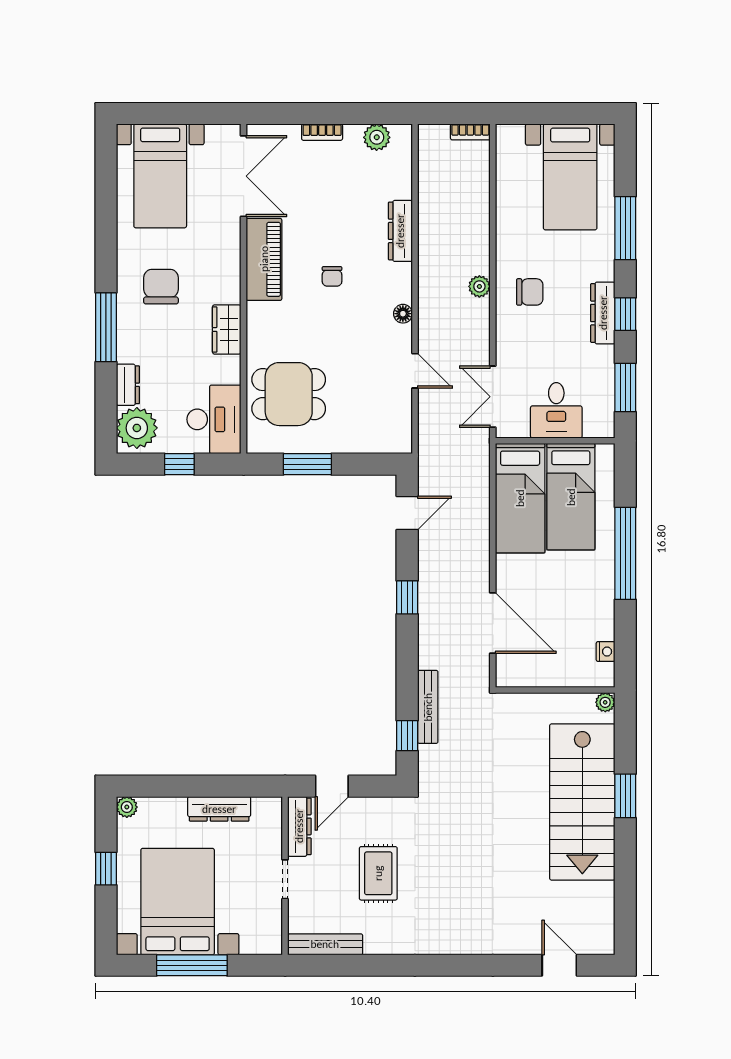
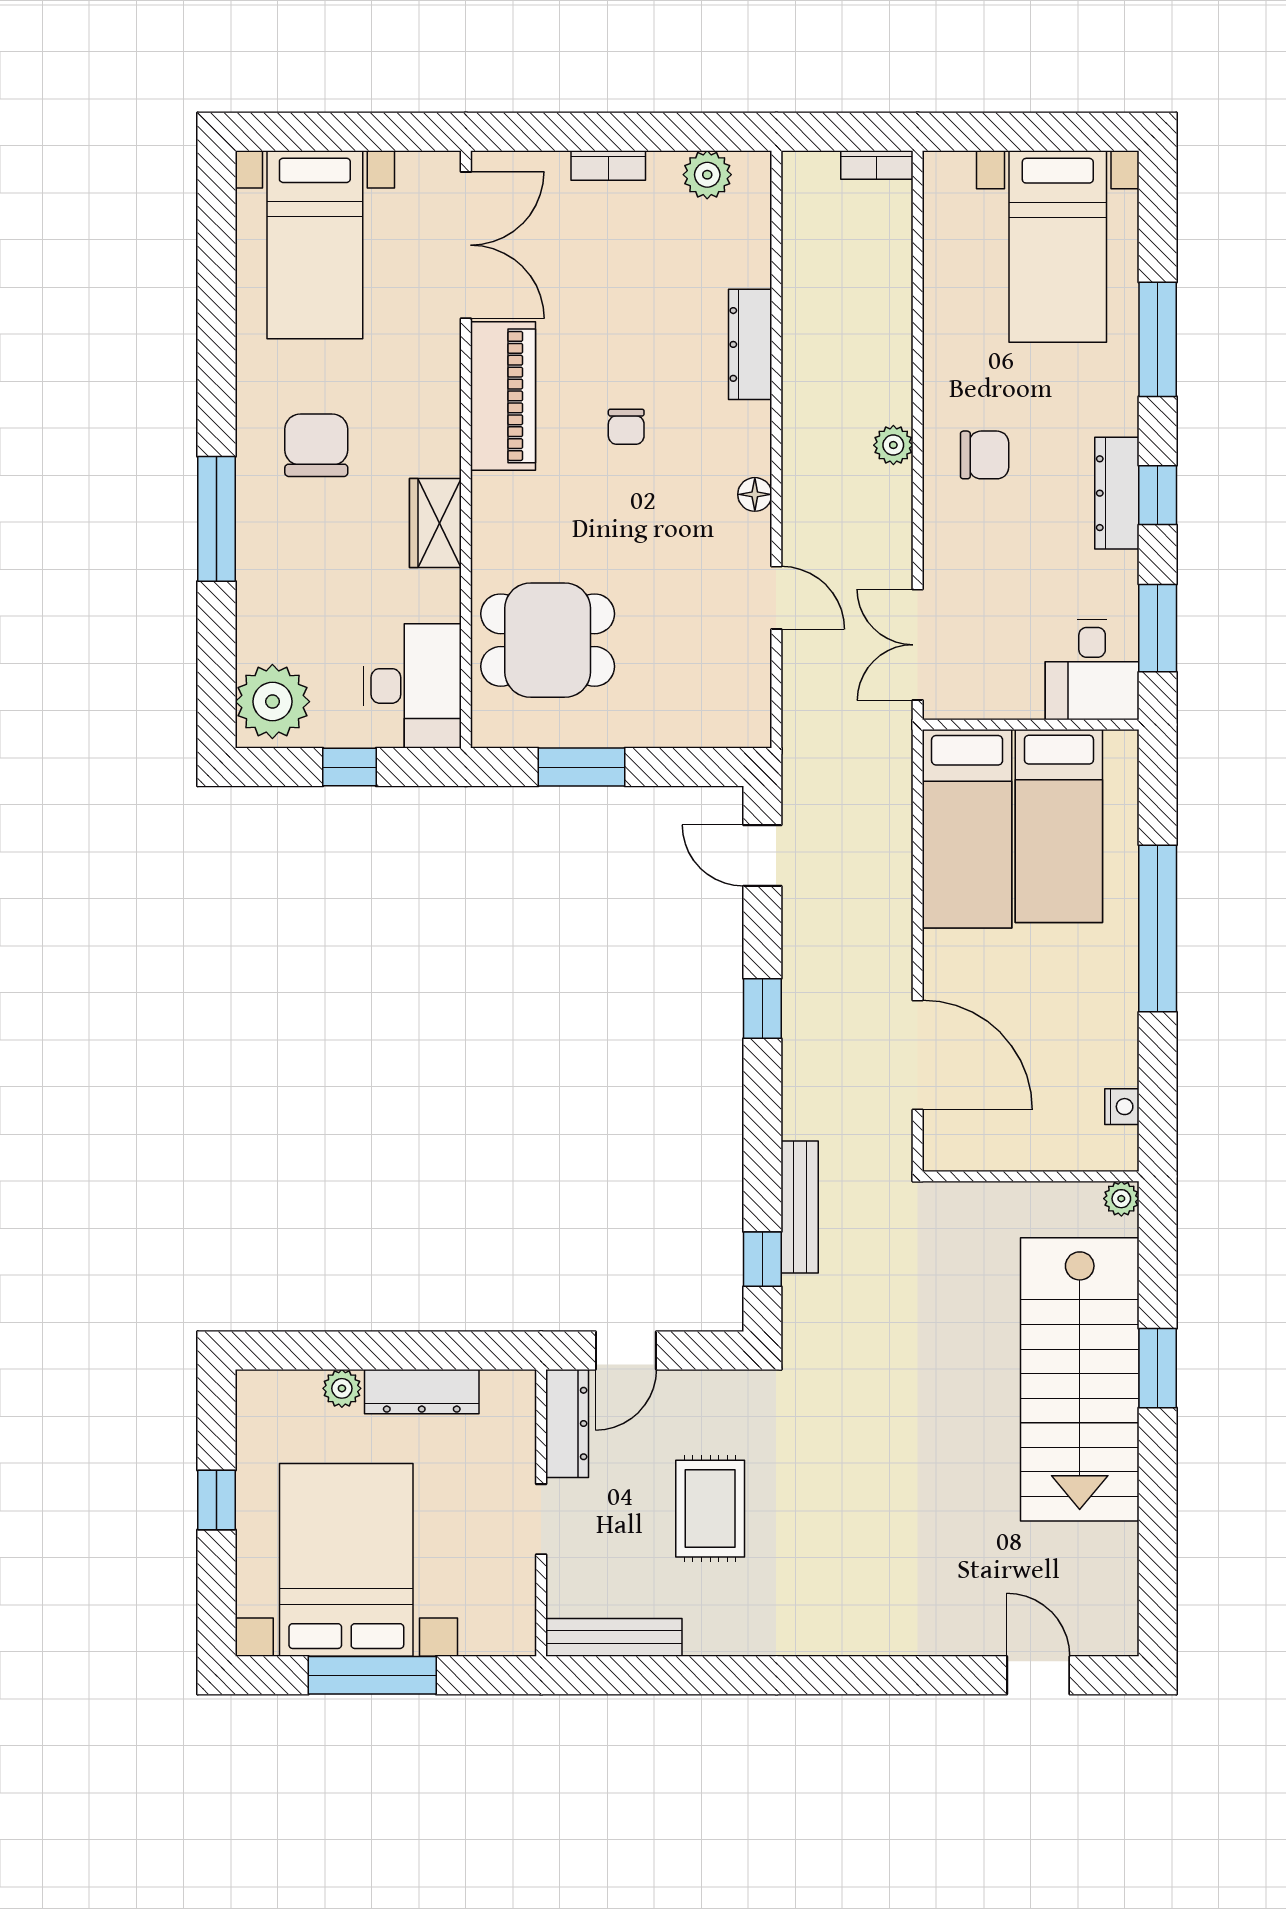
dresser: (128, 385) -> (256, 623), removed
desk: (556, 410) -> (1092, 670), moved
door: (407, 513) -> (762, 855), swing flipped
plant: (127, 807) -> (342, 1388), moved

